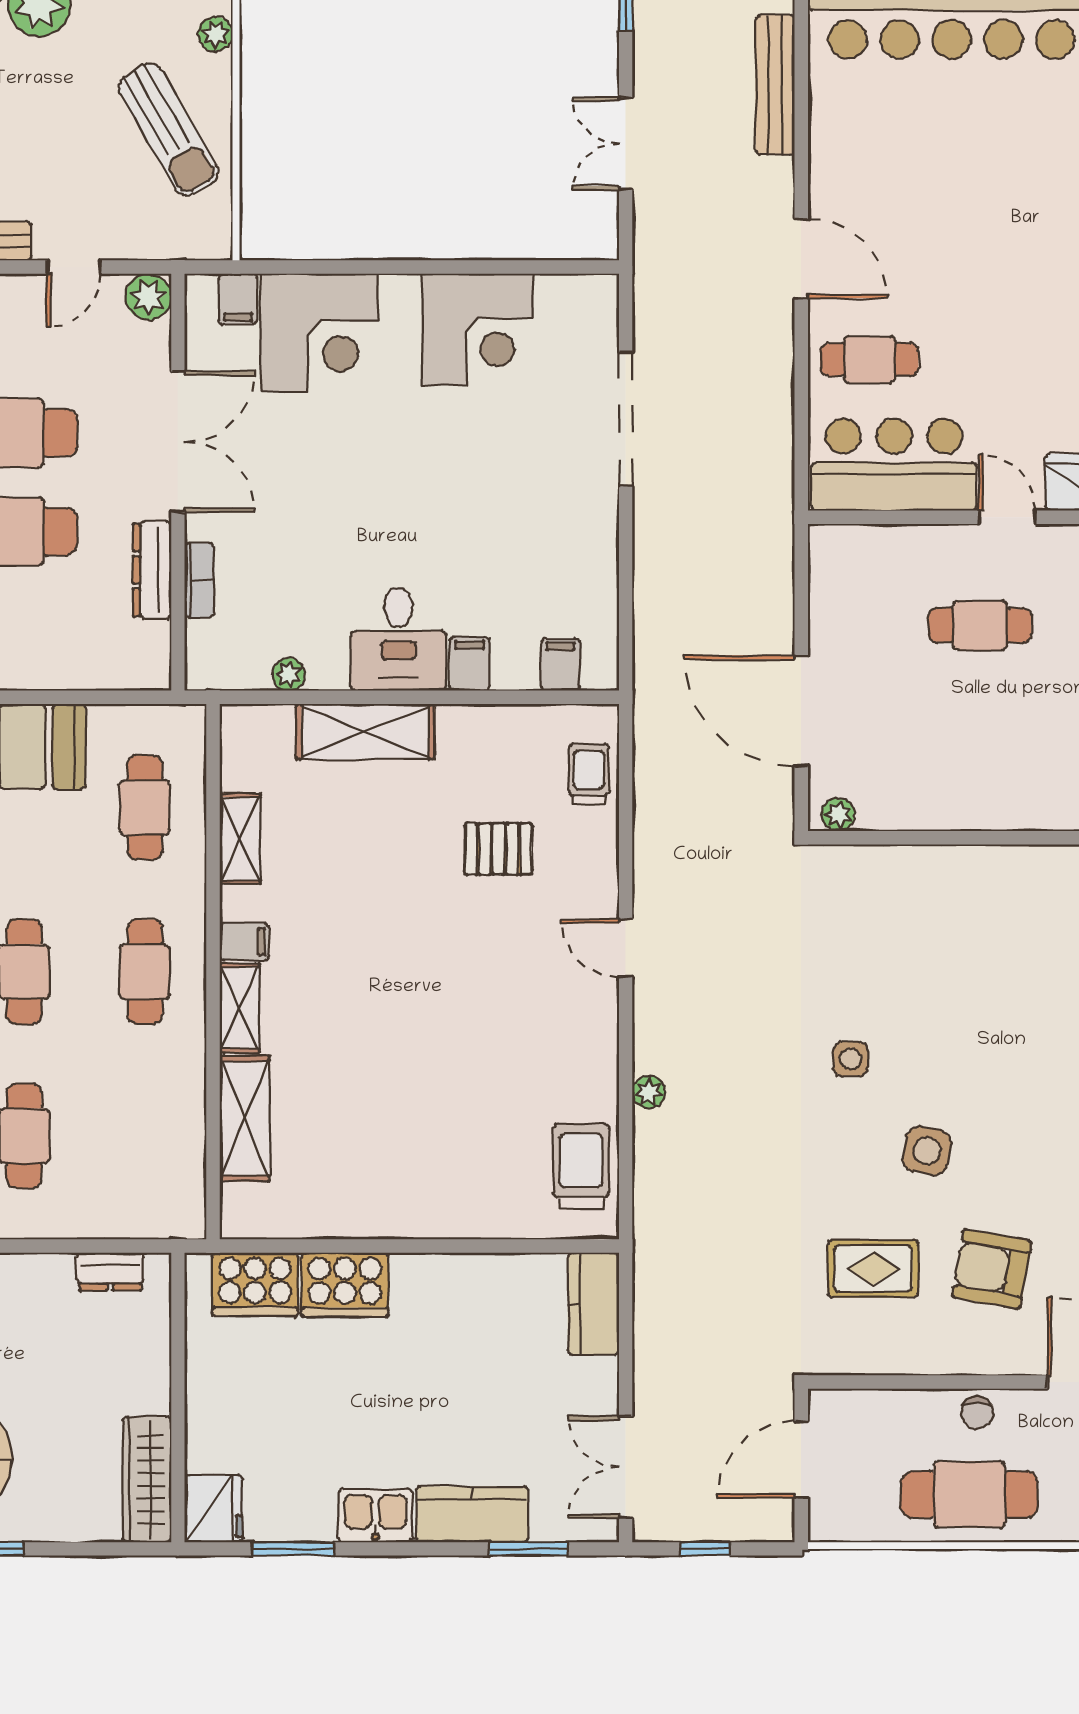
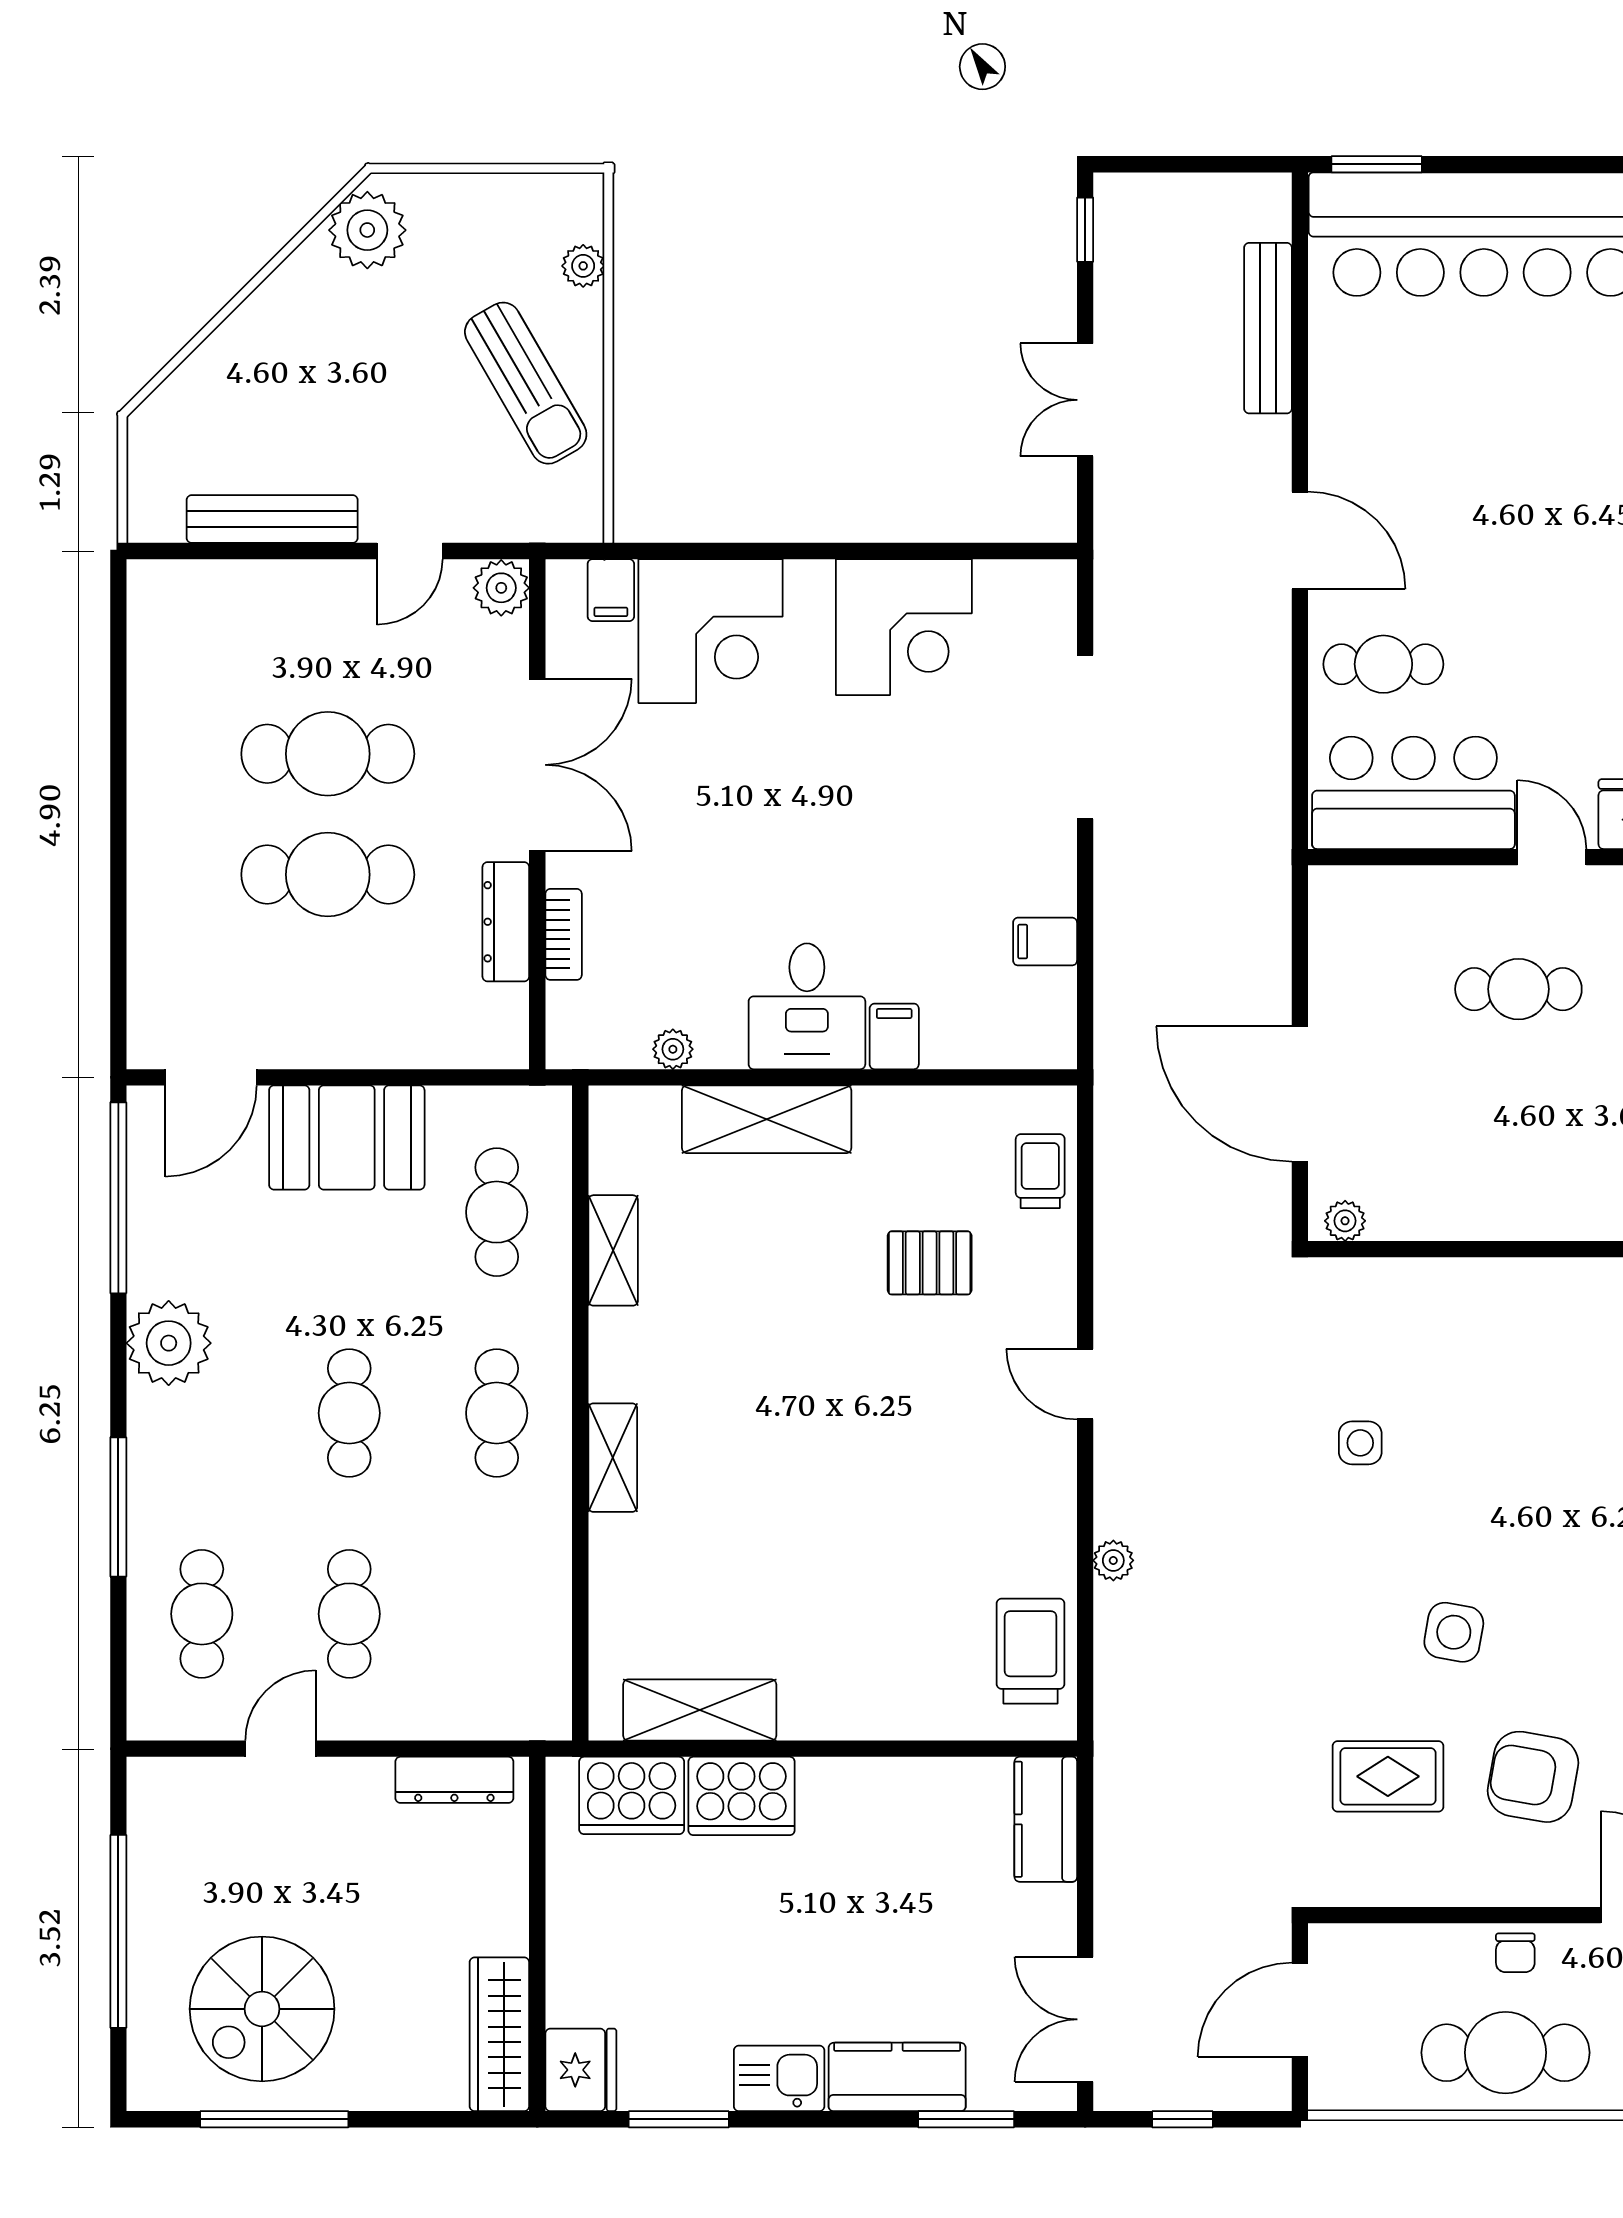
filing cabinet: (560, 665) -> (1045, 942), moved, turned -90
filing cabinet: (244, 942) -> (618, 1376), removed
side table: (851, 1059) -> (1360, 1443), moved
shelving: (245, 1118) -> (700, 1710), moved, turned 90
dresser: (110, 1271) -> (454, 1780), width x1.44

